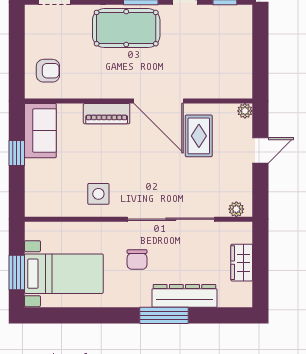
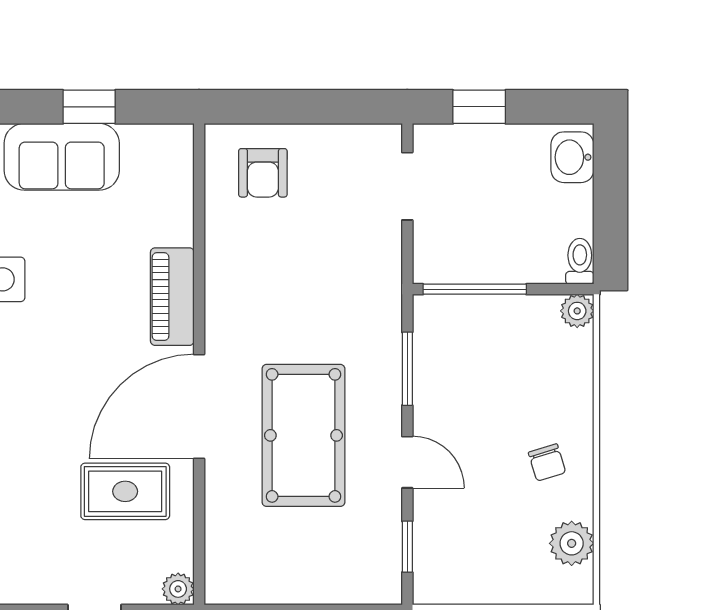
pool table: (126, 28) -> (303, 435), moved
sofa: (40, 131) -> (62, 157), moved

